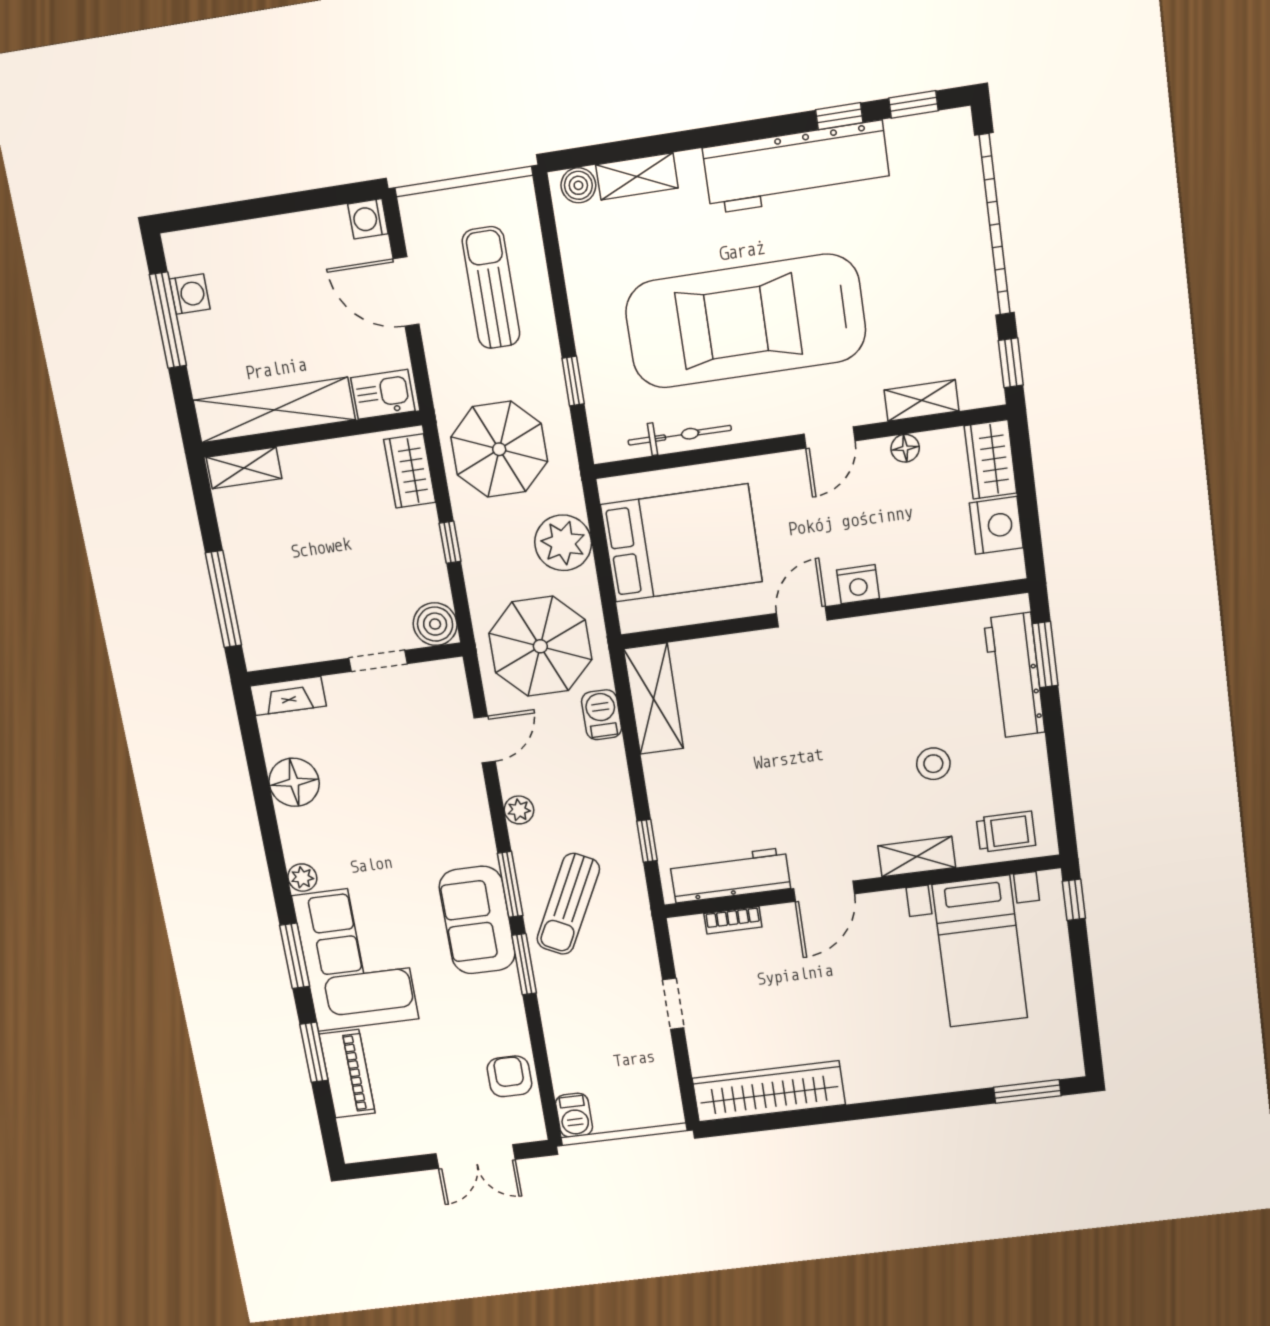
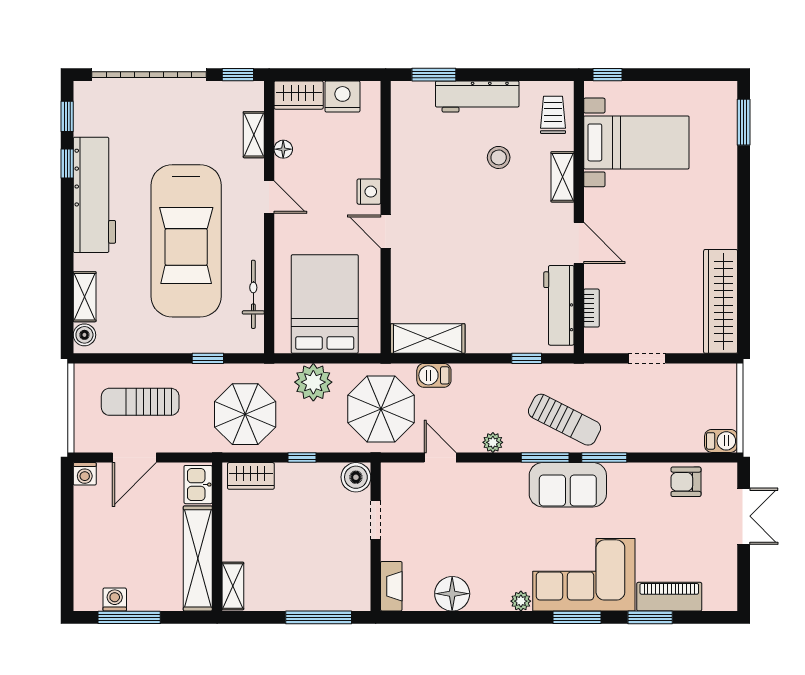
workbench: (1014, 676) -> (477, 97), moved

